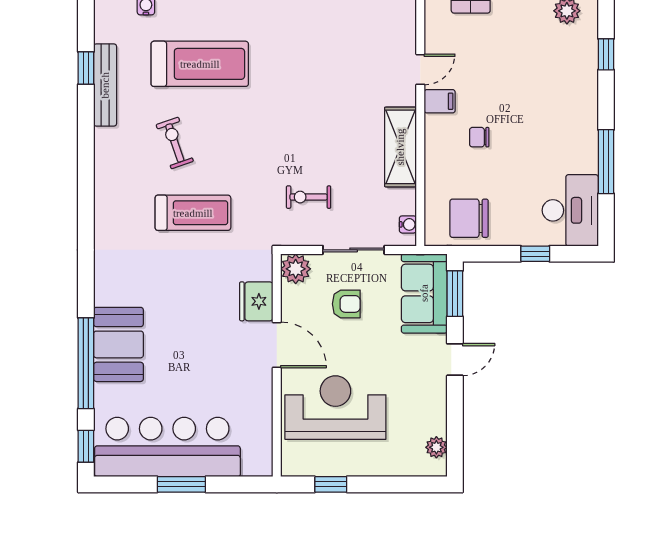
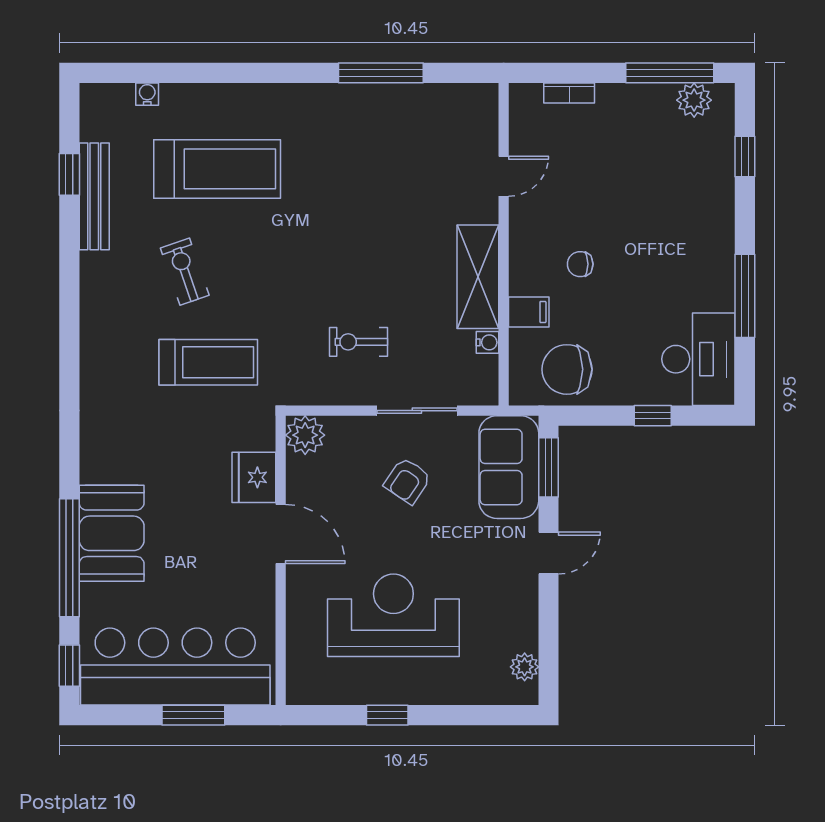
filing cabinet: (440, 101) -> (529, 312), moved
water cooler: (408, 224) -> (487, 342), moved
plant: (296, 269) -> (305, 435), moved
fridge: (256, 301) -> (254, 477), moved
armchair: (346, 304) -> (407, 481), turned 124
door: (277, 345) -> (281, 534), moved
wall: (277, 365) -> (281, 560), moved

